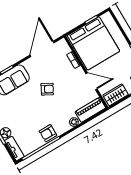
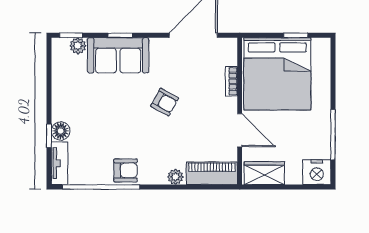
armchair: (48, 133) -> (125, 170), turned 180

